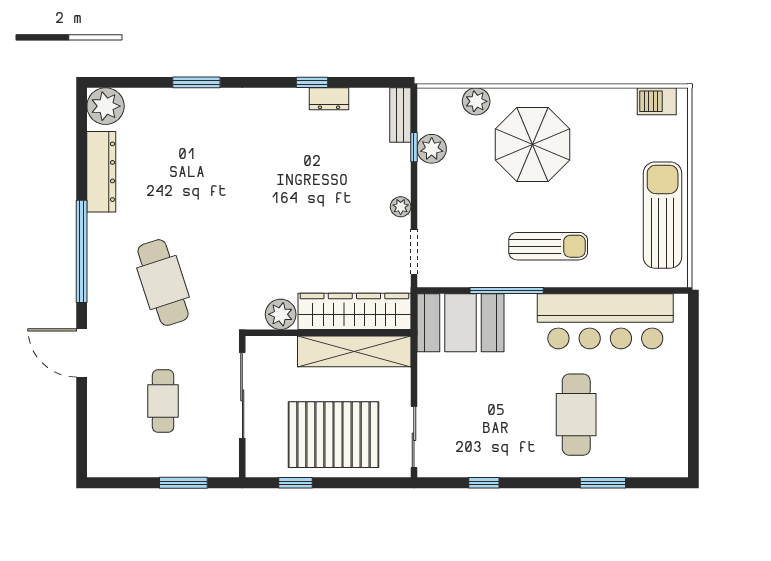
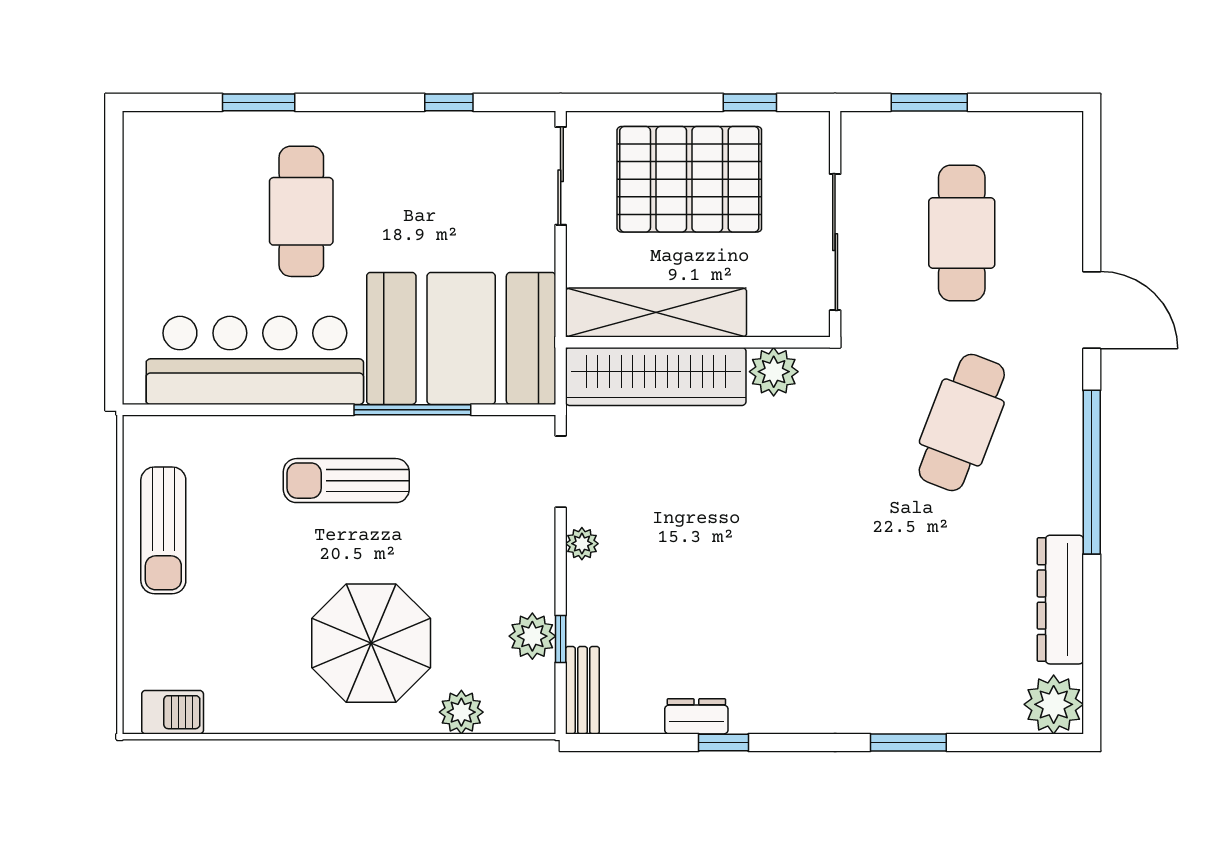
sun lounger: (663, 215) -> (163, 530), width x0.73, depth x0.75
cafe table: (163, 283) -> (962, 422), turned 39
booth: (461, 323) -> (461, 338), width x1.36, depth x1.42
cafe table: (163, 401) -> (962, 233), width x1.37, depth x1.35

